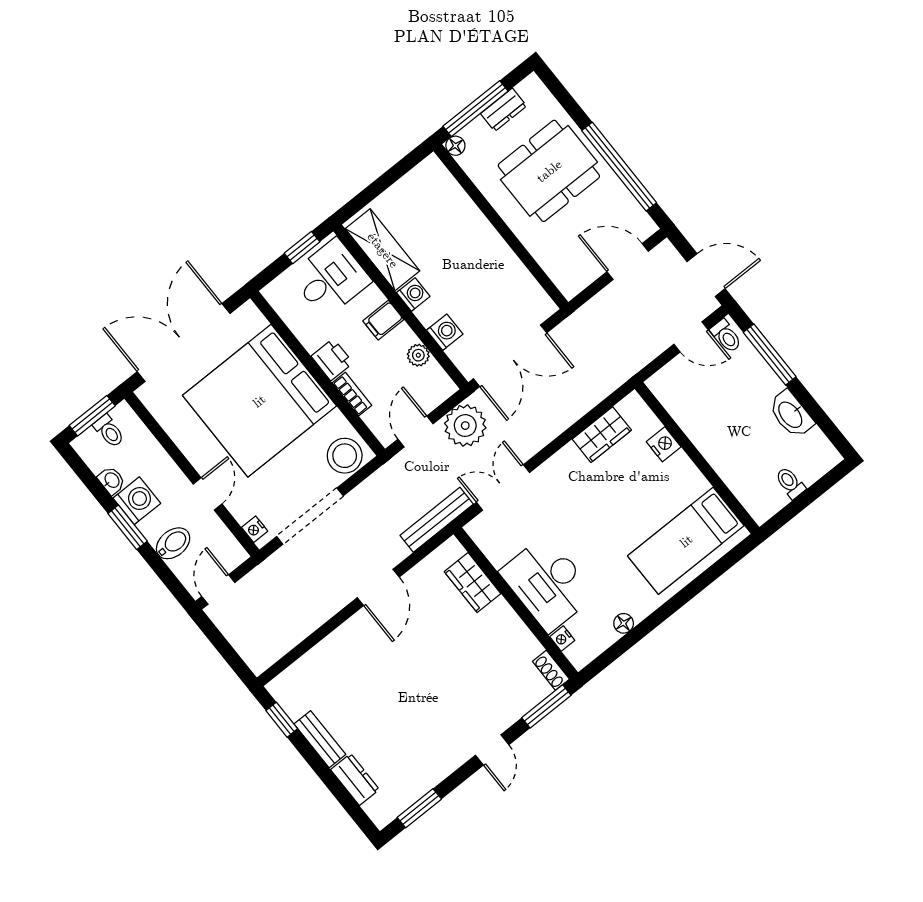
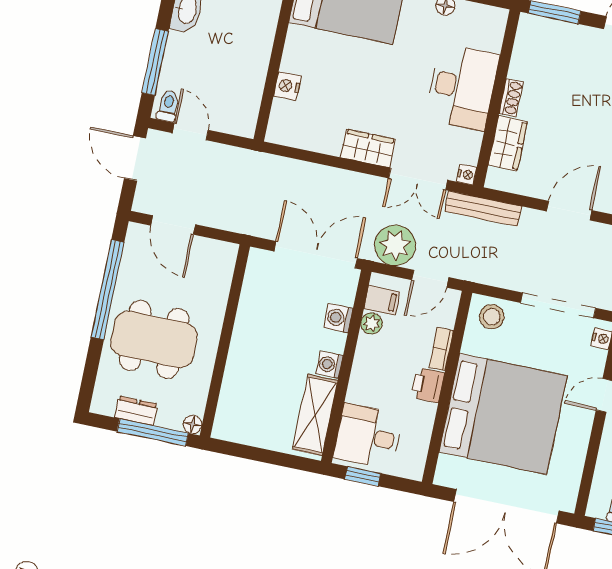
filing cabinet: (383, 320) -> (382, 300), moved
wardrobe: (602, 435) -> (368, 148), moved
stool: (345, 456) -> (492, 317), width x0.73, depth x0.73
nightstand: (562, 638) -> (467, 175), moved
shoe rack: (551, 670) -> (511, 98), moved

